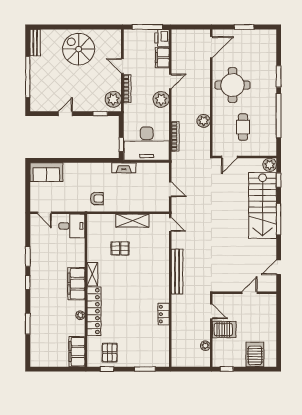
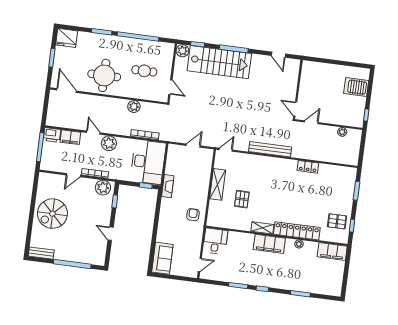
fridge: (267, 40) -> (67, 38), added
door: (250, 293) -> (295, 109), moved
server rack: (224, 330) -> (329, 113), removed

